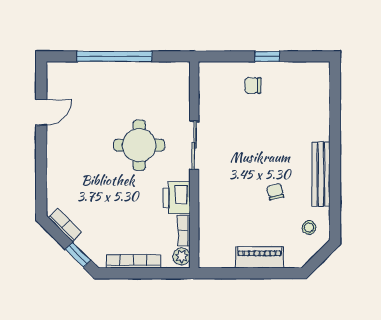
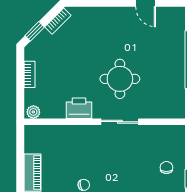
bookcase: (184, 231) -> (53, 114), removed
bookcase: (133, 261) -> (29, 74), width x0.64

